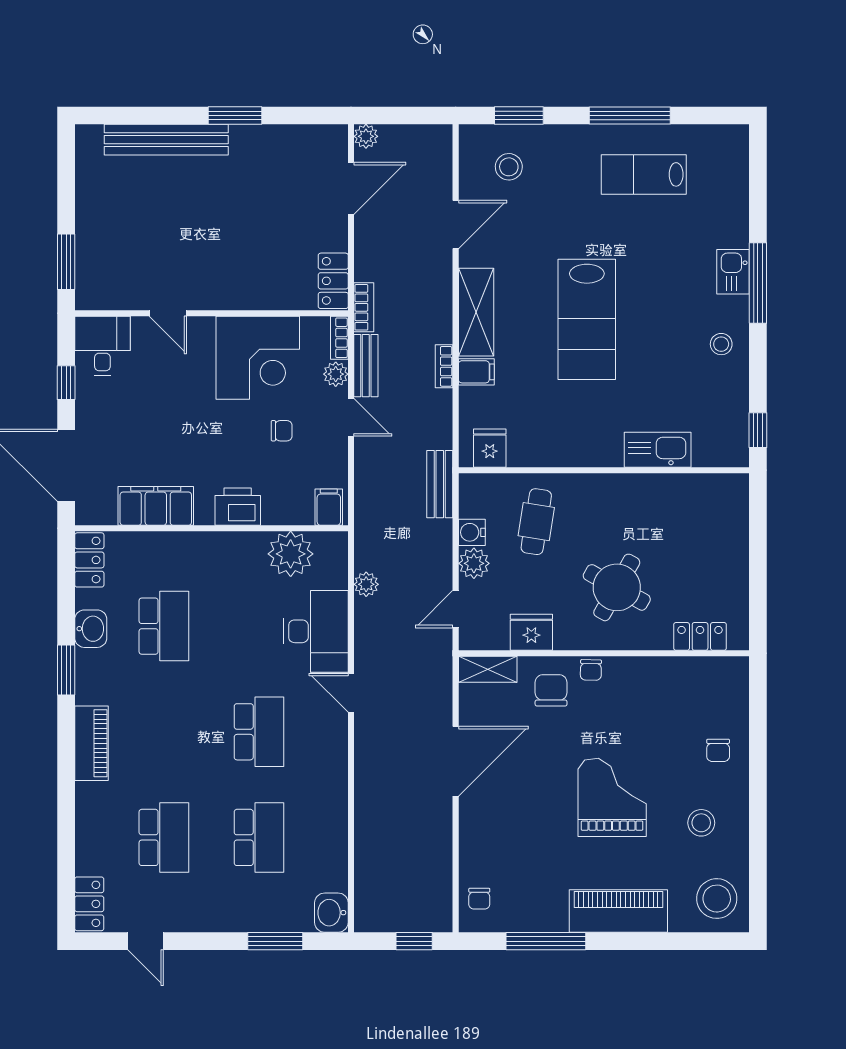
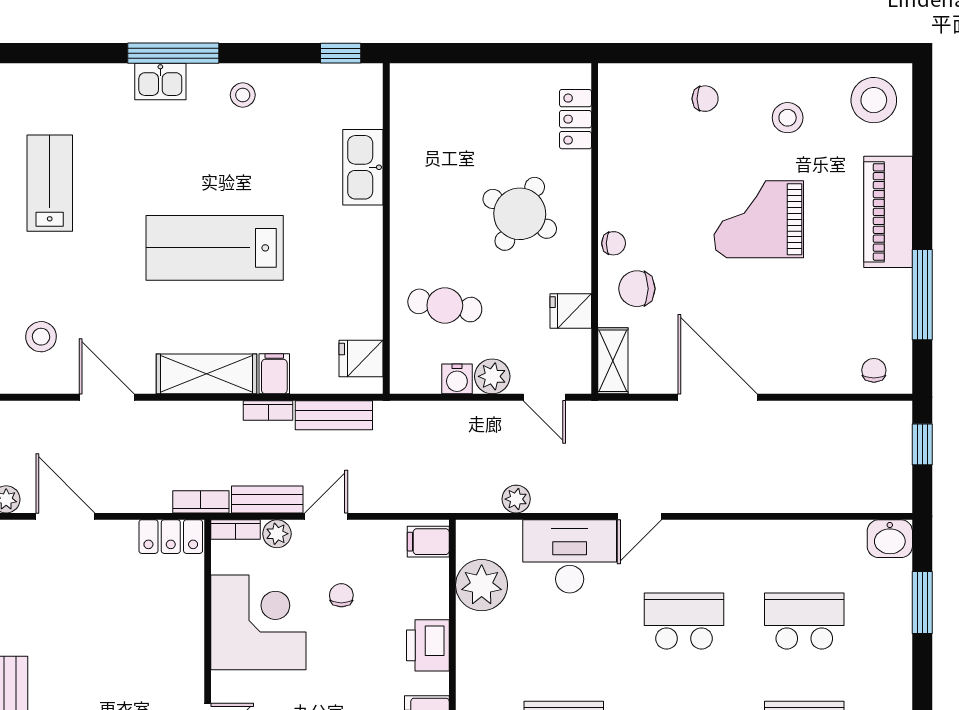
lab bench: (644, 174) -> (50, 183), turned 180
lab bench: (587, 319) -> (215, 248), turned 180
bench: (440, 484) -> (334, 415), moved
fridge: (531, 632) -> (571, 311), width x0.72
chair: (479, 899) -> (874, 370), turned -90

